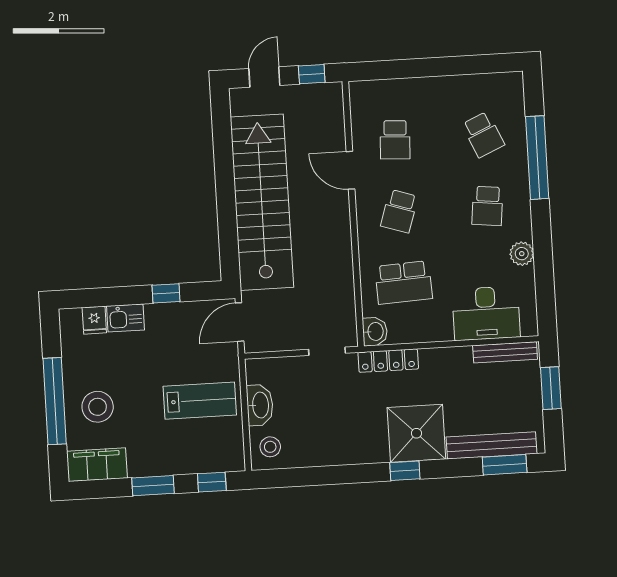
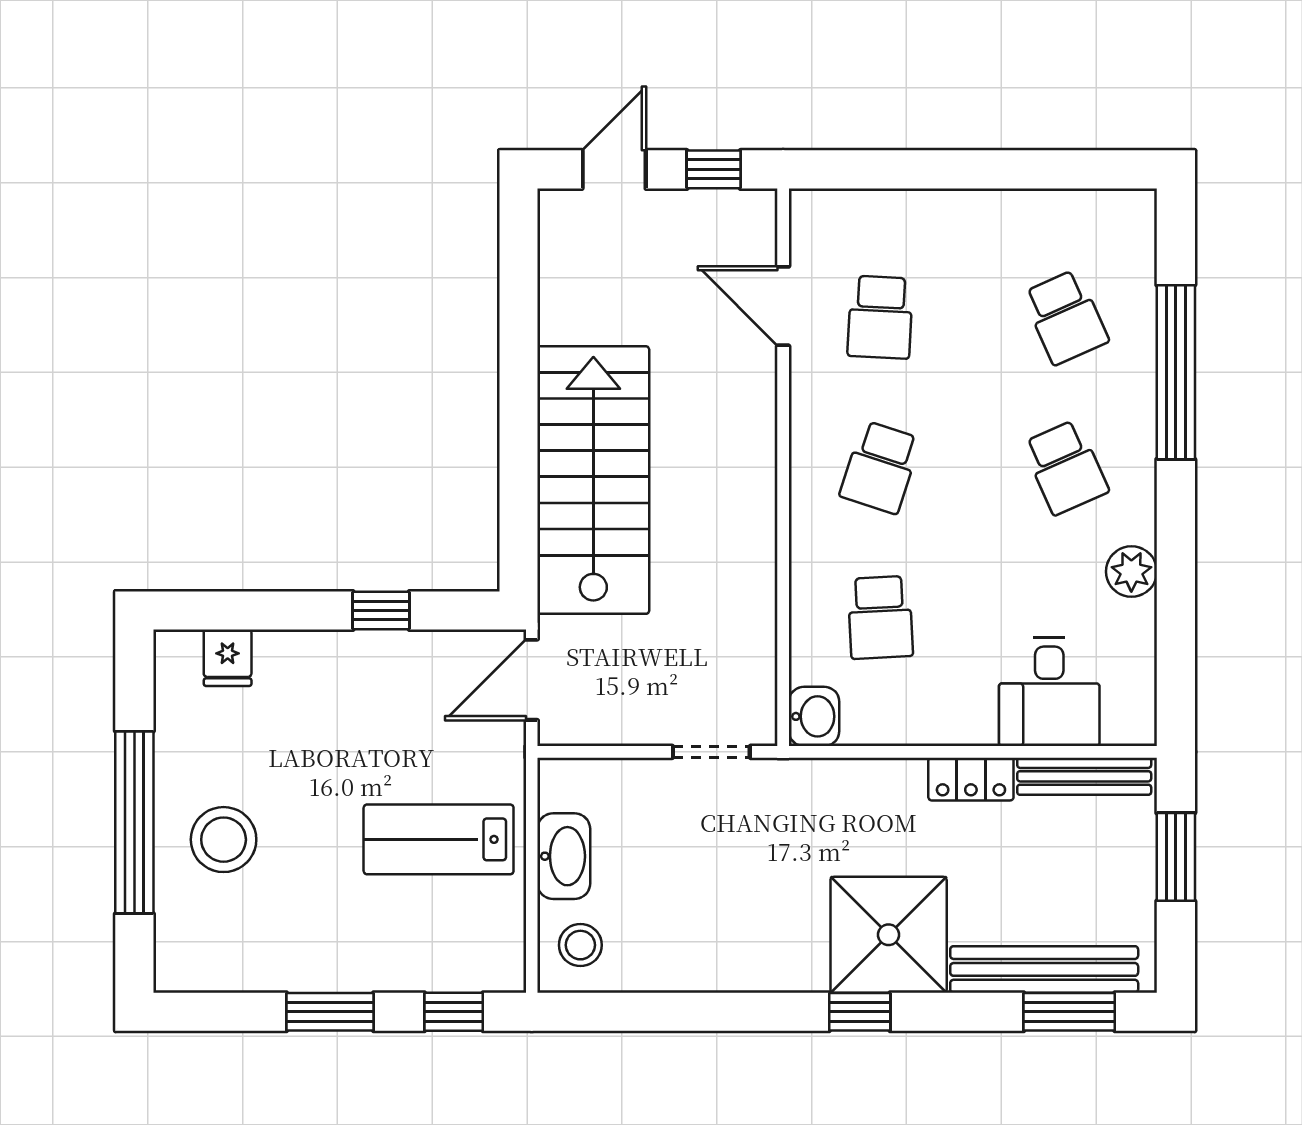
door: (351, 170) -> (783, 306), moved
stairs: (262, 202) -> (593, 480), width x0.73
school desk: (487, 206) -> (1065, 467), turned -30
school desk: (404, 283) -> (880, 617), width x0.54
desk: (486, 313) -> (1049, 692), width x0.73
kitchen sink: (125, 318) -> (293, 657), removed
locker: (388, 361) -> (971, 779), moved, width x0.66
lab bench: (200, 401) -> (439, 839), turned 180
filing cabinet: (97, 465) -> (215, 961), removed

